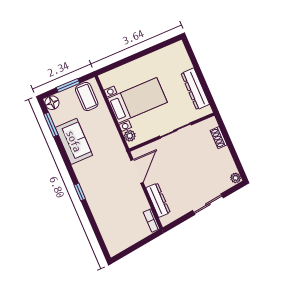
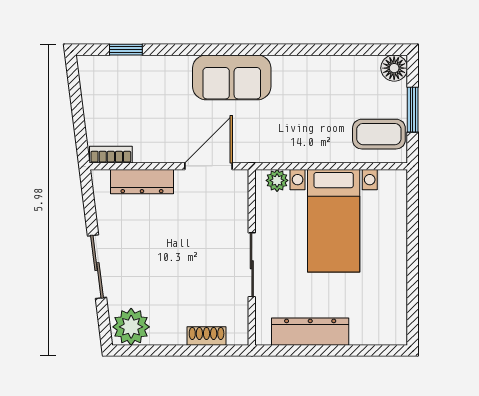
window: (51, 125) -> (356, 50), removed
sofa: (74, 141) -> (232, 77), moved
door: (137, 171) -> (209, 166), swing flipped
plant: (236, 178) -> (131, 327), width x1.88, depth x1.88
window: (80, 192) -> (126, 50), moved

